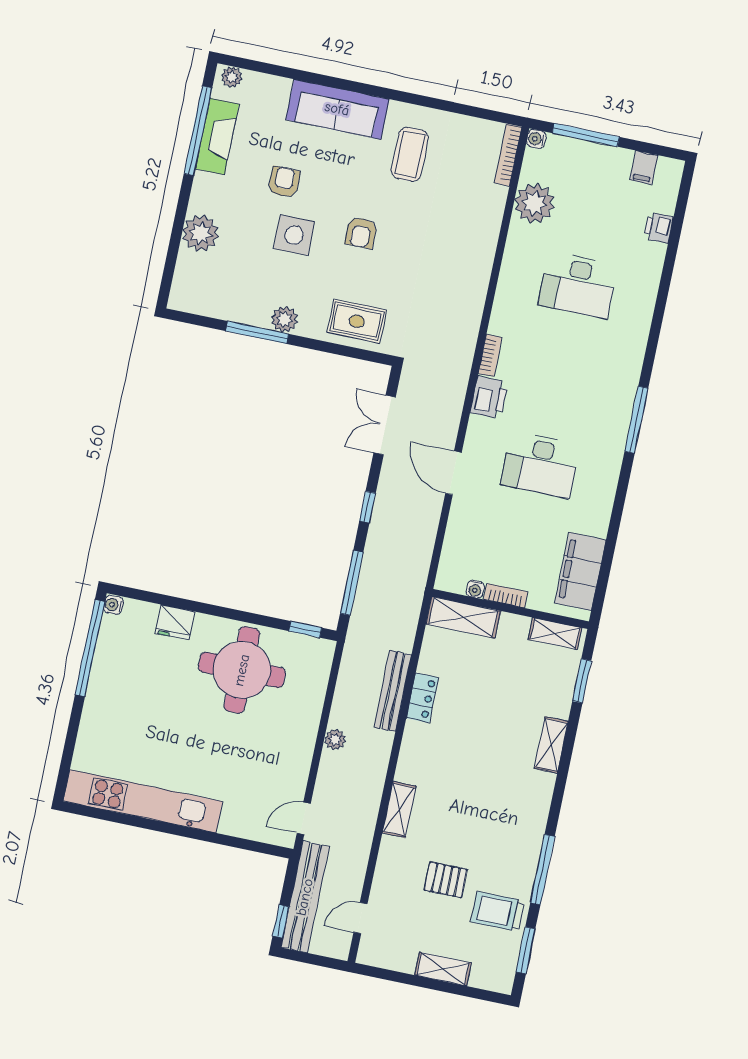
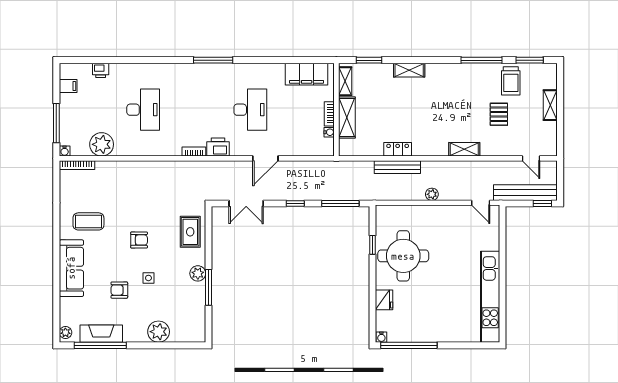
side table: (294, 235) -> (148, 278), width x0.54, depth x0.54
shelving: (463, 617) -> (347, 118), moved
window: (305, 629) -> (373, 245), moved

